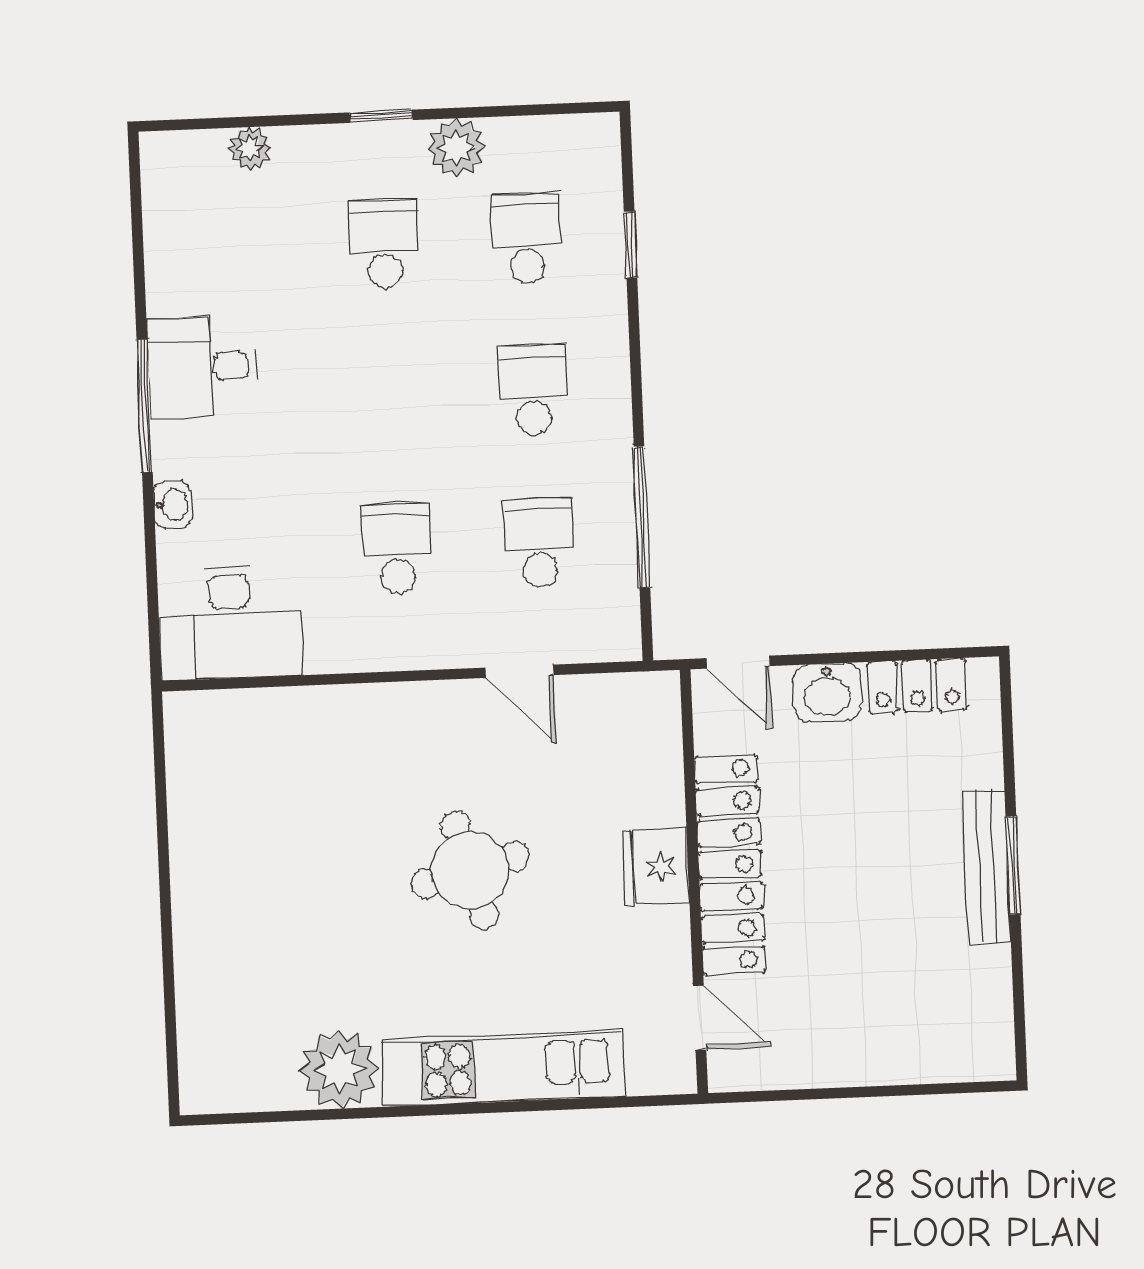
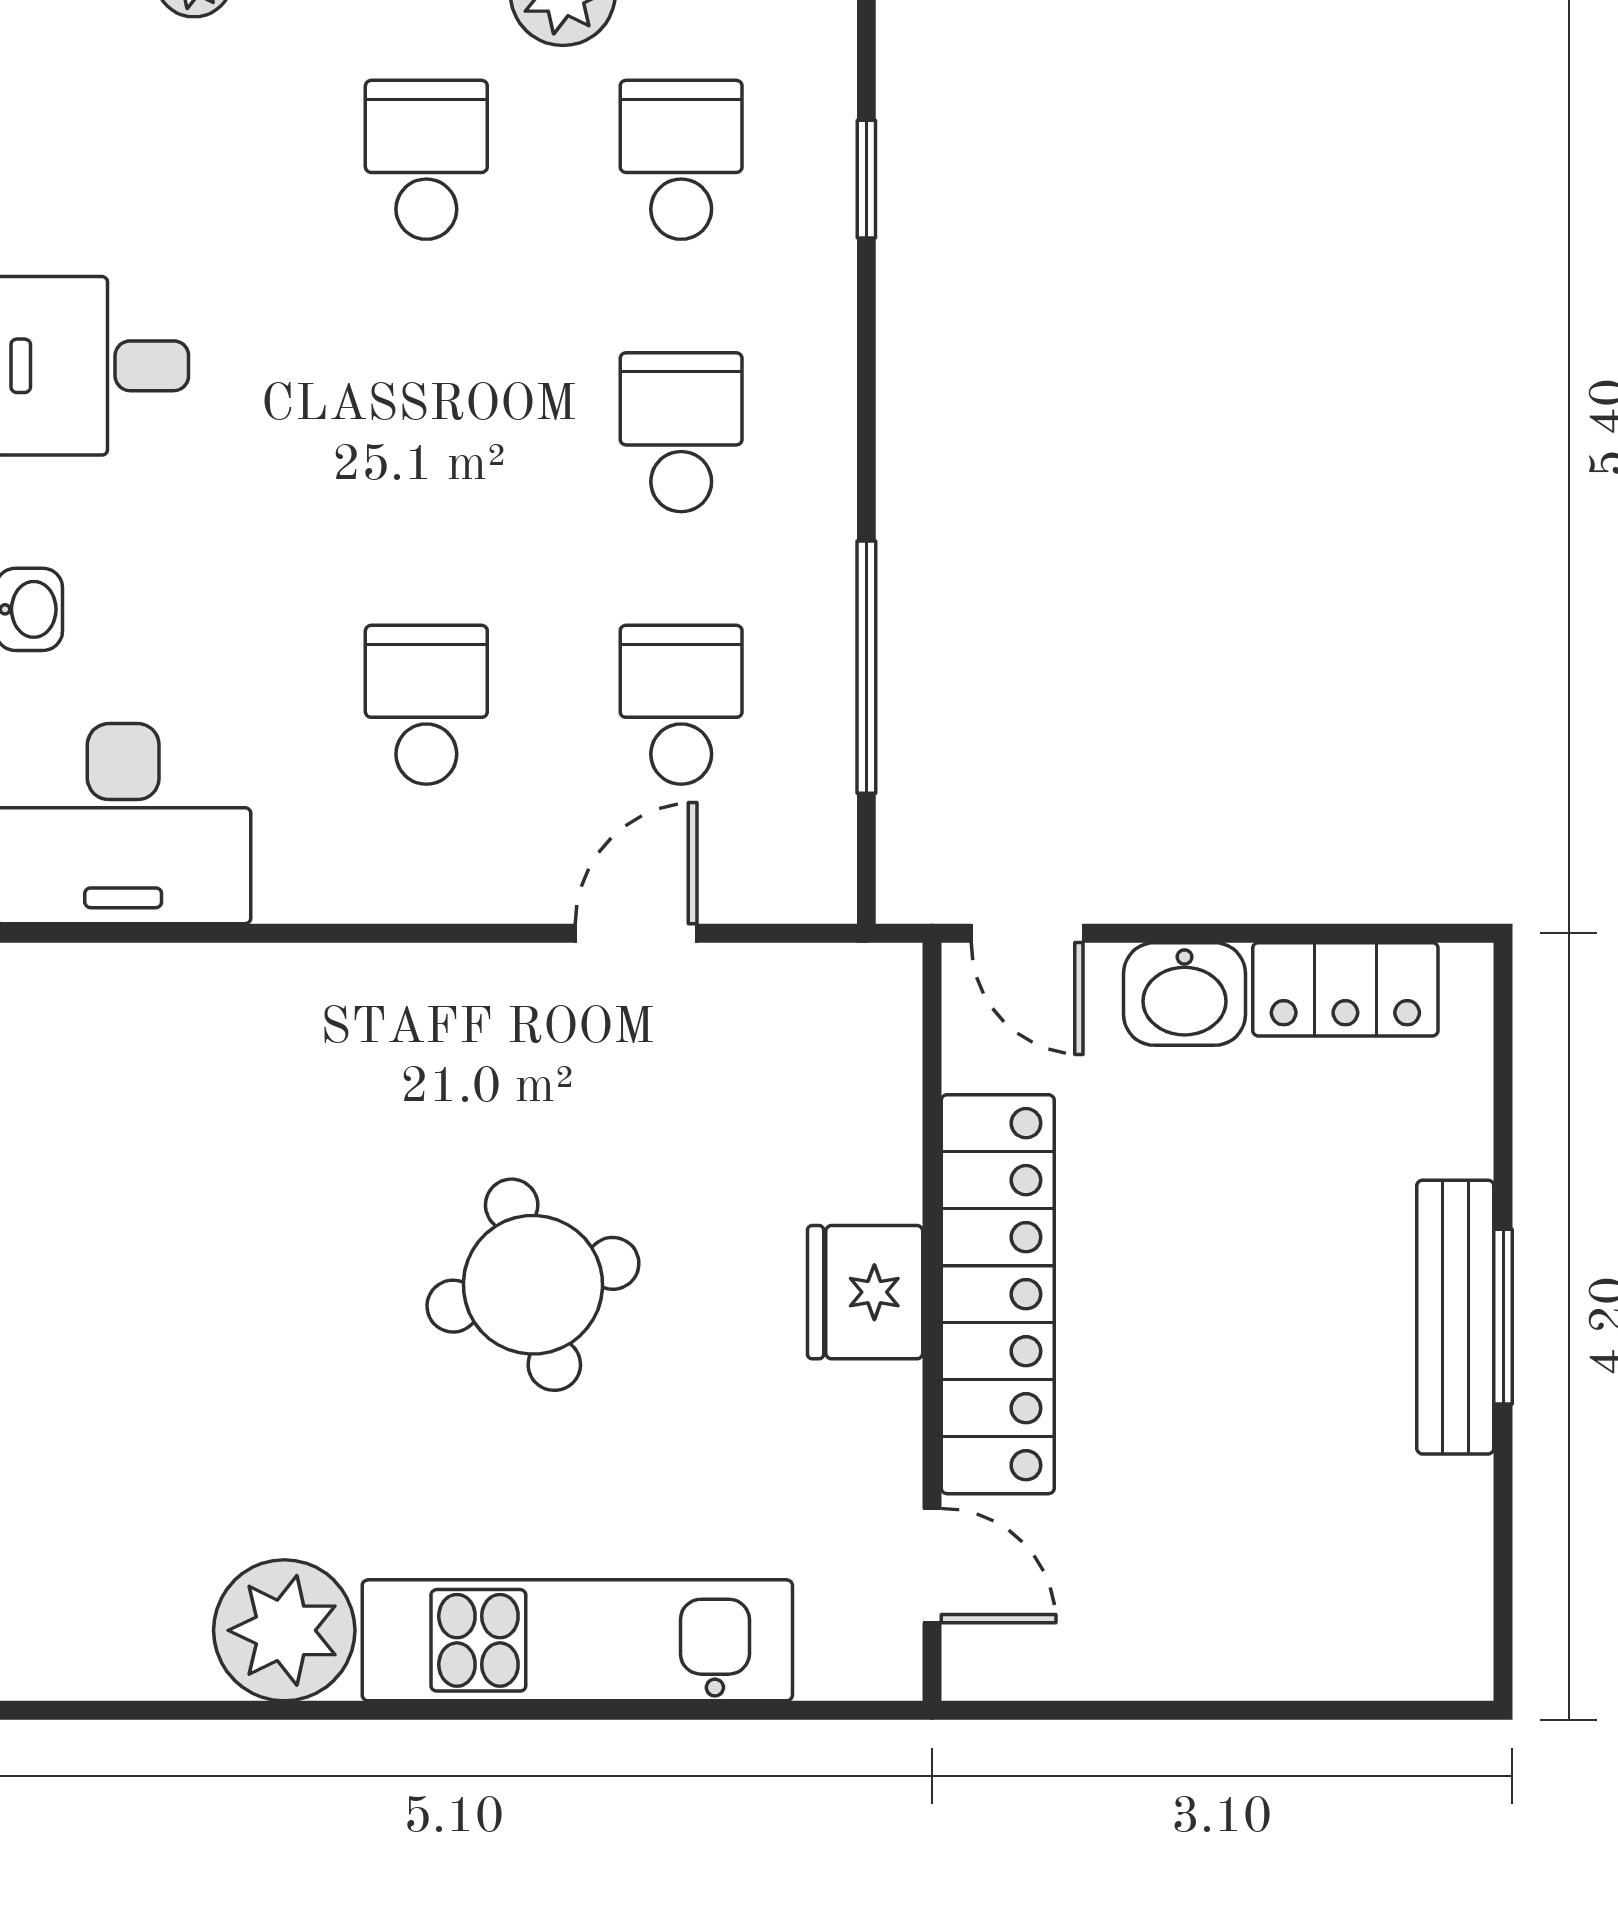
door: (520, 671) -> (636, 933), swing flipped

